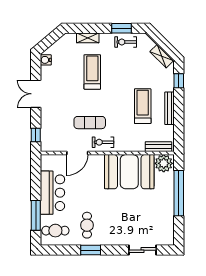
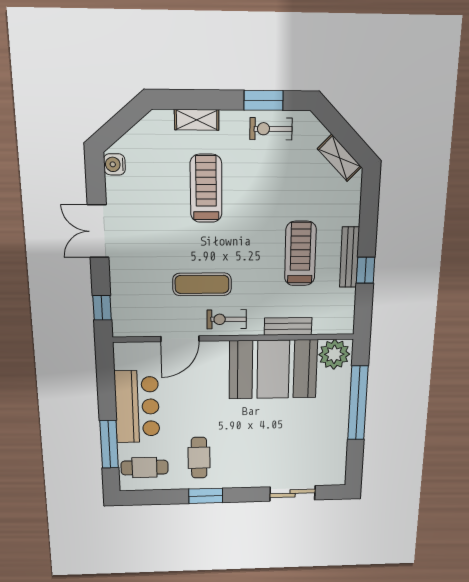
window: (179, 81) -> (366, 270), moved
bench: (158, 147) -> (288, 326), moved

